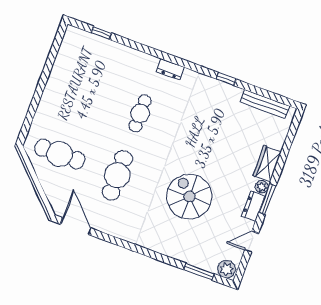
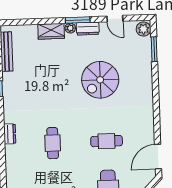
cafe table: (140, 113) -> (53, 143), turned 90
cafe table: (117, 175) -> (107, 141), width x0.73, depth x0.74

